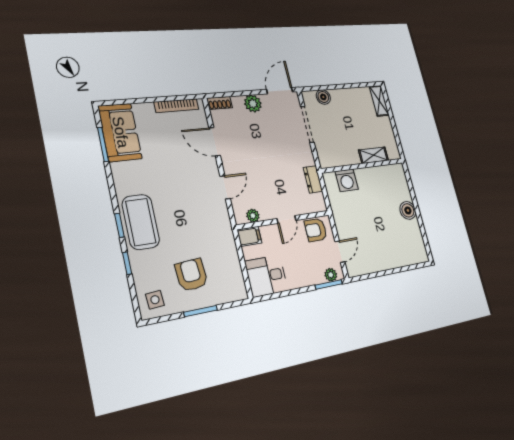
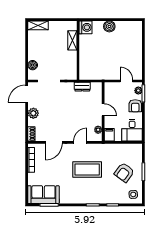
door: (280, 91) -> (27, 94), hinge flipped
washing machine: (347, 180) -> (86, 27), moved
door: (225, 187) -> (80, 142), hinge flipped
coffee table: (141, 222) -> (87, 169), moved
armchair: (316, 230) -> (135, 106), moved
armchair: (191, 275) -> (124, 172), turned -50

